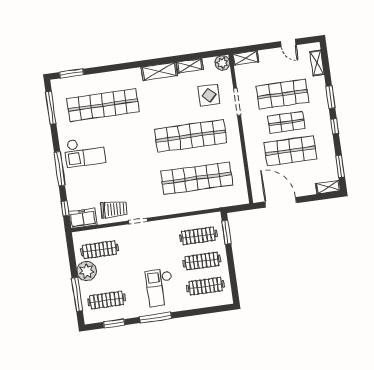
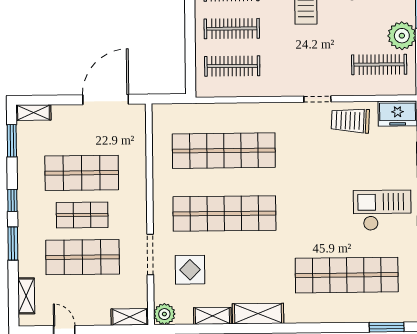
door: (281, 202) -> (106, 99), swing flipped
window: (227, 232) -> (190, 66), removed

